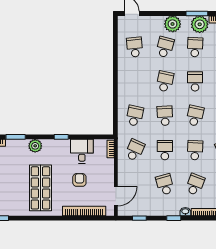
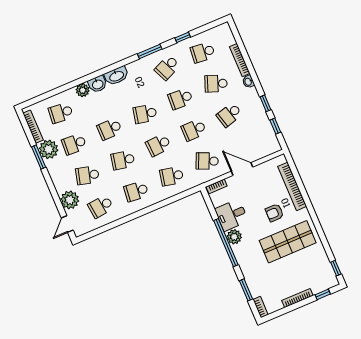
plant: (173, 24) -> (70, 200), moved
school desk: (135, 81) -> (136, 191), added
window: (61, 137) -> (226, 243), width x3.17
plant: (35, 146) -> (234, 237), moved
armchair: (79, 180) -> (274, 213), moved
door: (116, 196) -> (242, 169), moved
window: (174, 218) -> (265, 103), moved

